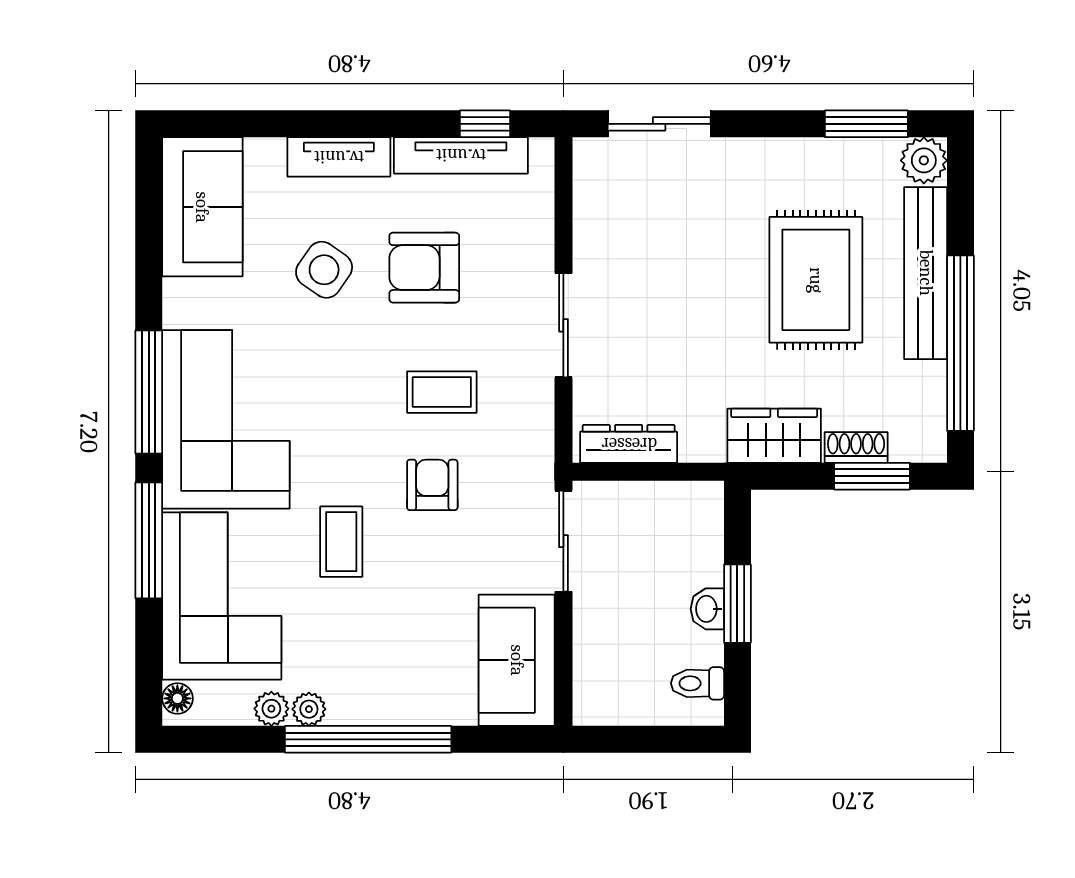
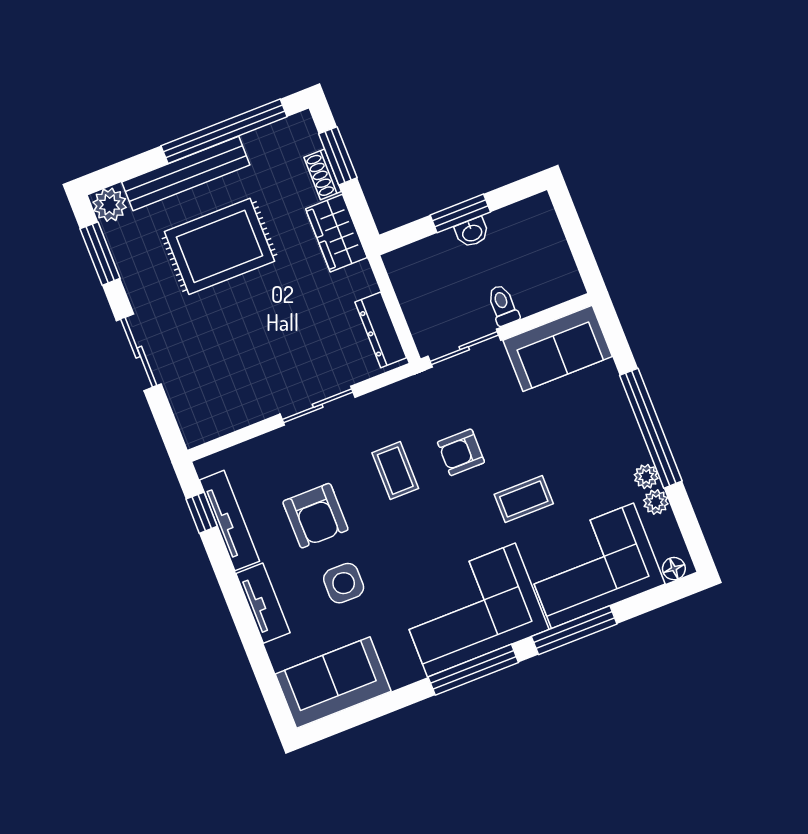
sliding door: (659, 124) -> (139, 352), moved
side table: (324, 270) -> (344, 583), turned -35
toilet: (697, 683) -> (503, 305), moved, turned 180

